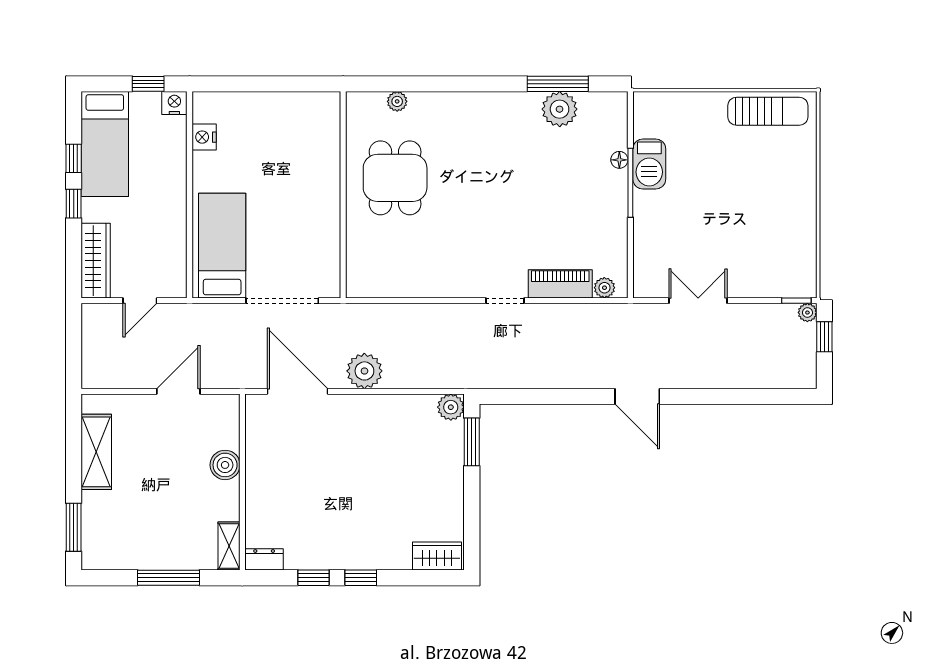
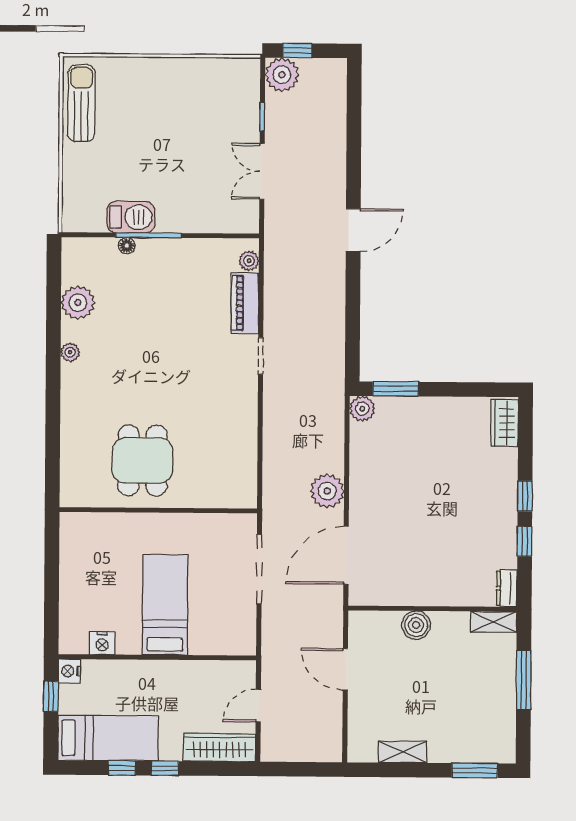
window: (558, 84) -> (54, 304), removed
plant: (397, 101) -> (70, 352), moved
dining table: (395, 178) -> (142, 460), turned 90
bed: (222, 246) -> (165, 605), moved, turned 90
door: (140, 301) -> (258, 706), swing flipped
window: (796, 301) -> (262, 117), moved
plant: (807, 313) -> (282, 75), width x1.88, depth x1.88
shelving: (96, 452) -> (403, 752), width x0.67, depth x0.75

